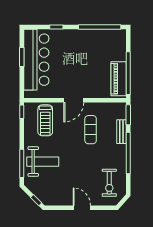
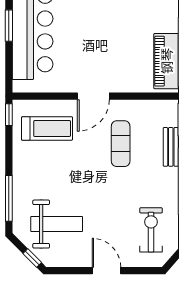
treadmill: (45, 120) -> (47, 128), turned -90
weight bench: (43, 162) -> (57, 224), moved
exercise bike: (109, 183) -> (151, 230), turned 180

